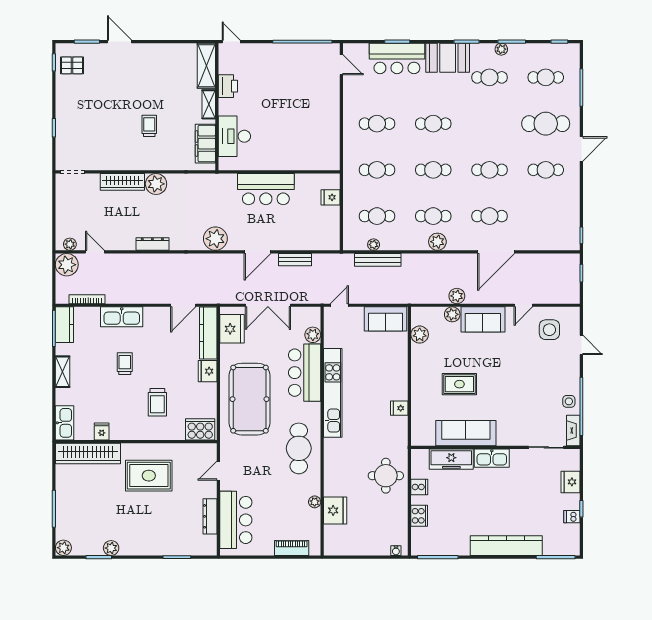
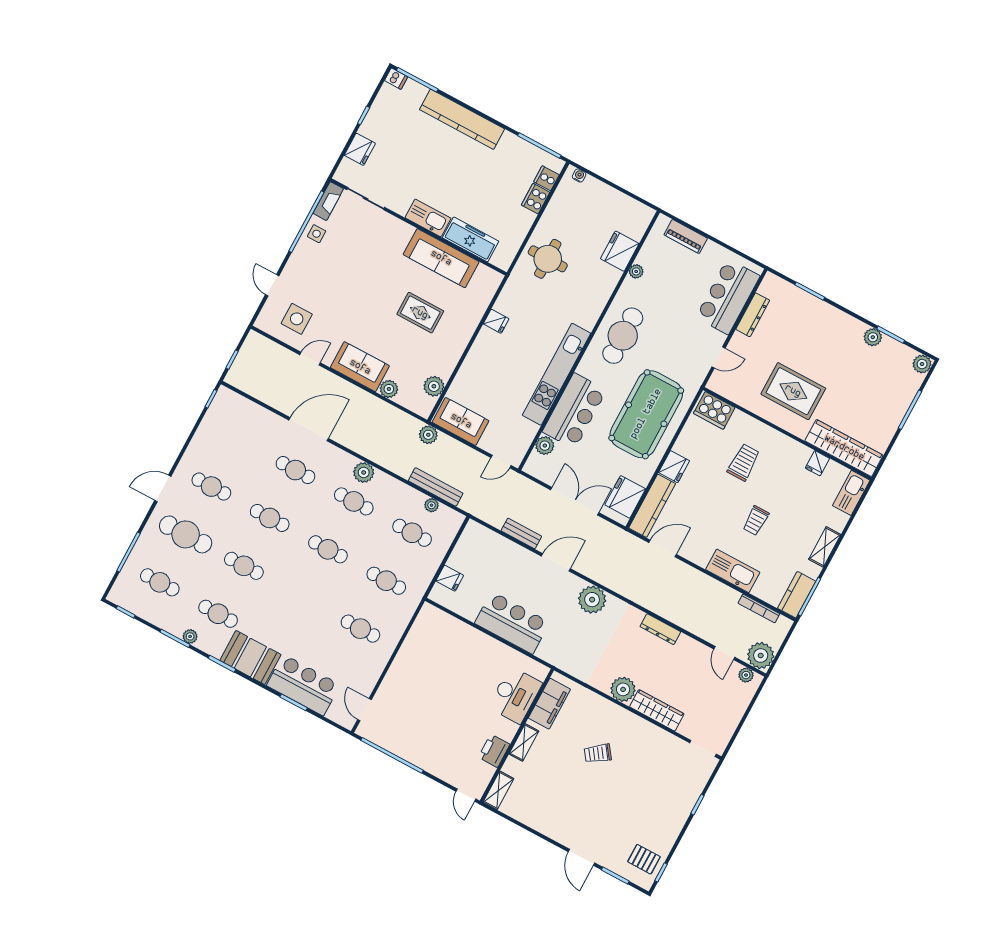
shelving: (206, 66) -> (498, 790), width x0.67, depth x0.75
cafe table: (433, 124) -> (244, 566), moved
trolley: (149, 126) -> (598, 753), turned 54
plant: (457, 296) -> (428, 435), moved
cooker: (419, 487) -> (546, 178), moved
dishwasher: (572, 517) -> (396, 79), moved

